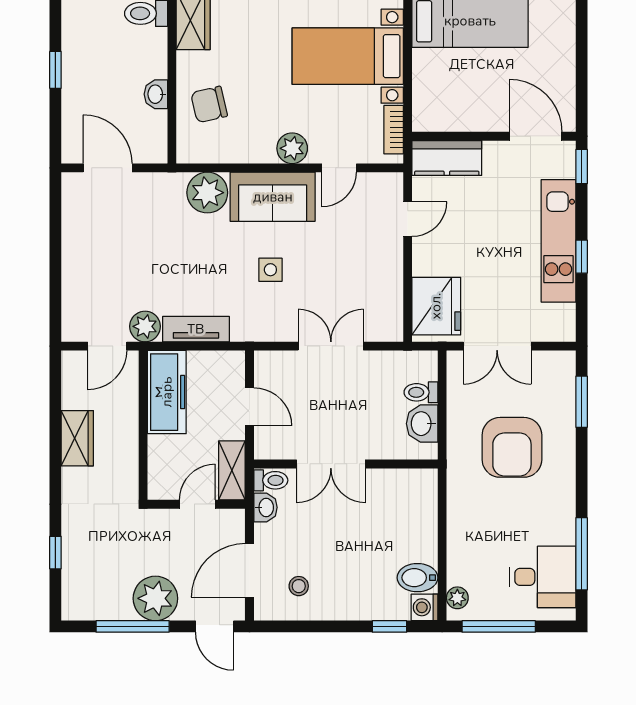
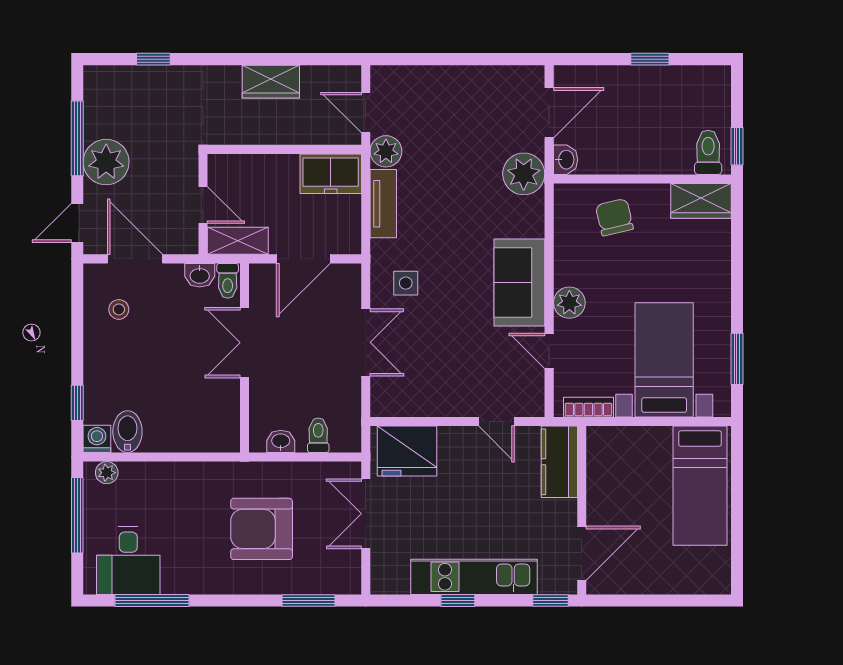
washbasin: (156, 94) -> (566, 160), moved, turned 90
plant: (207, 193) -> (524, 174), moved
side table: (270, 270) -> (406, 283), moved
freezer: (167, 392) -> (331, 174), width x0.71
door: (250, 407) -> (303, 259), width x1.38
washbasin: (422, 424) -> (281, 441), width x0.72, depth x0.69

